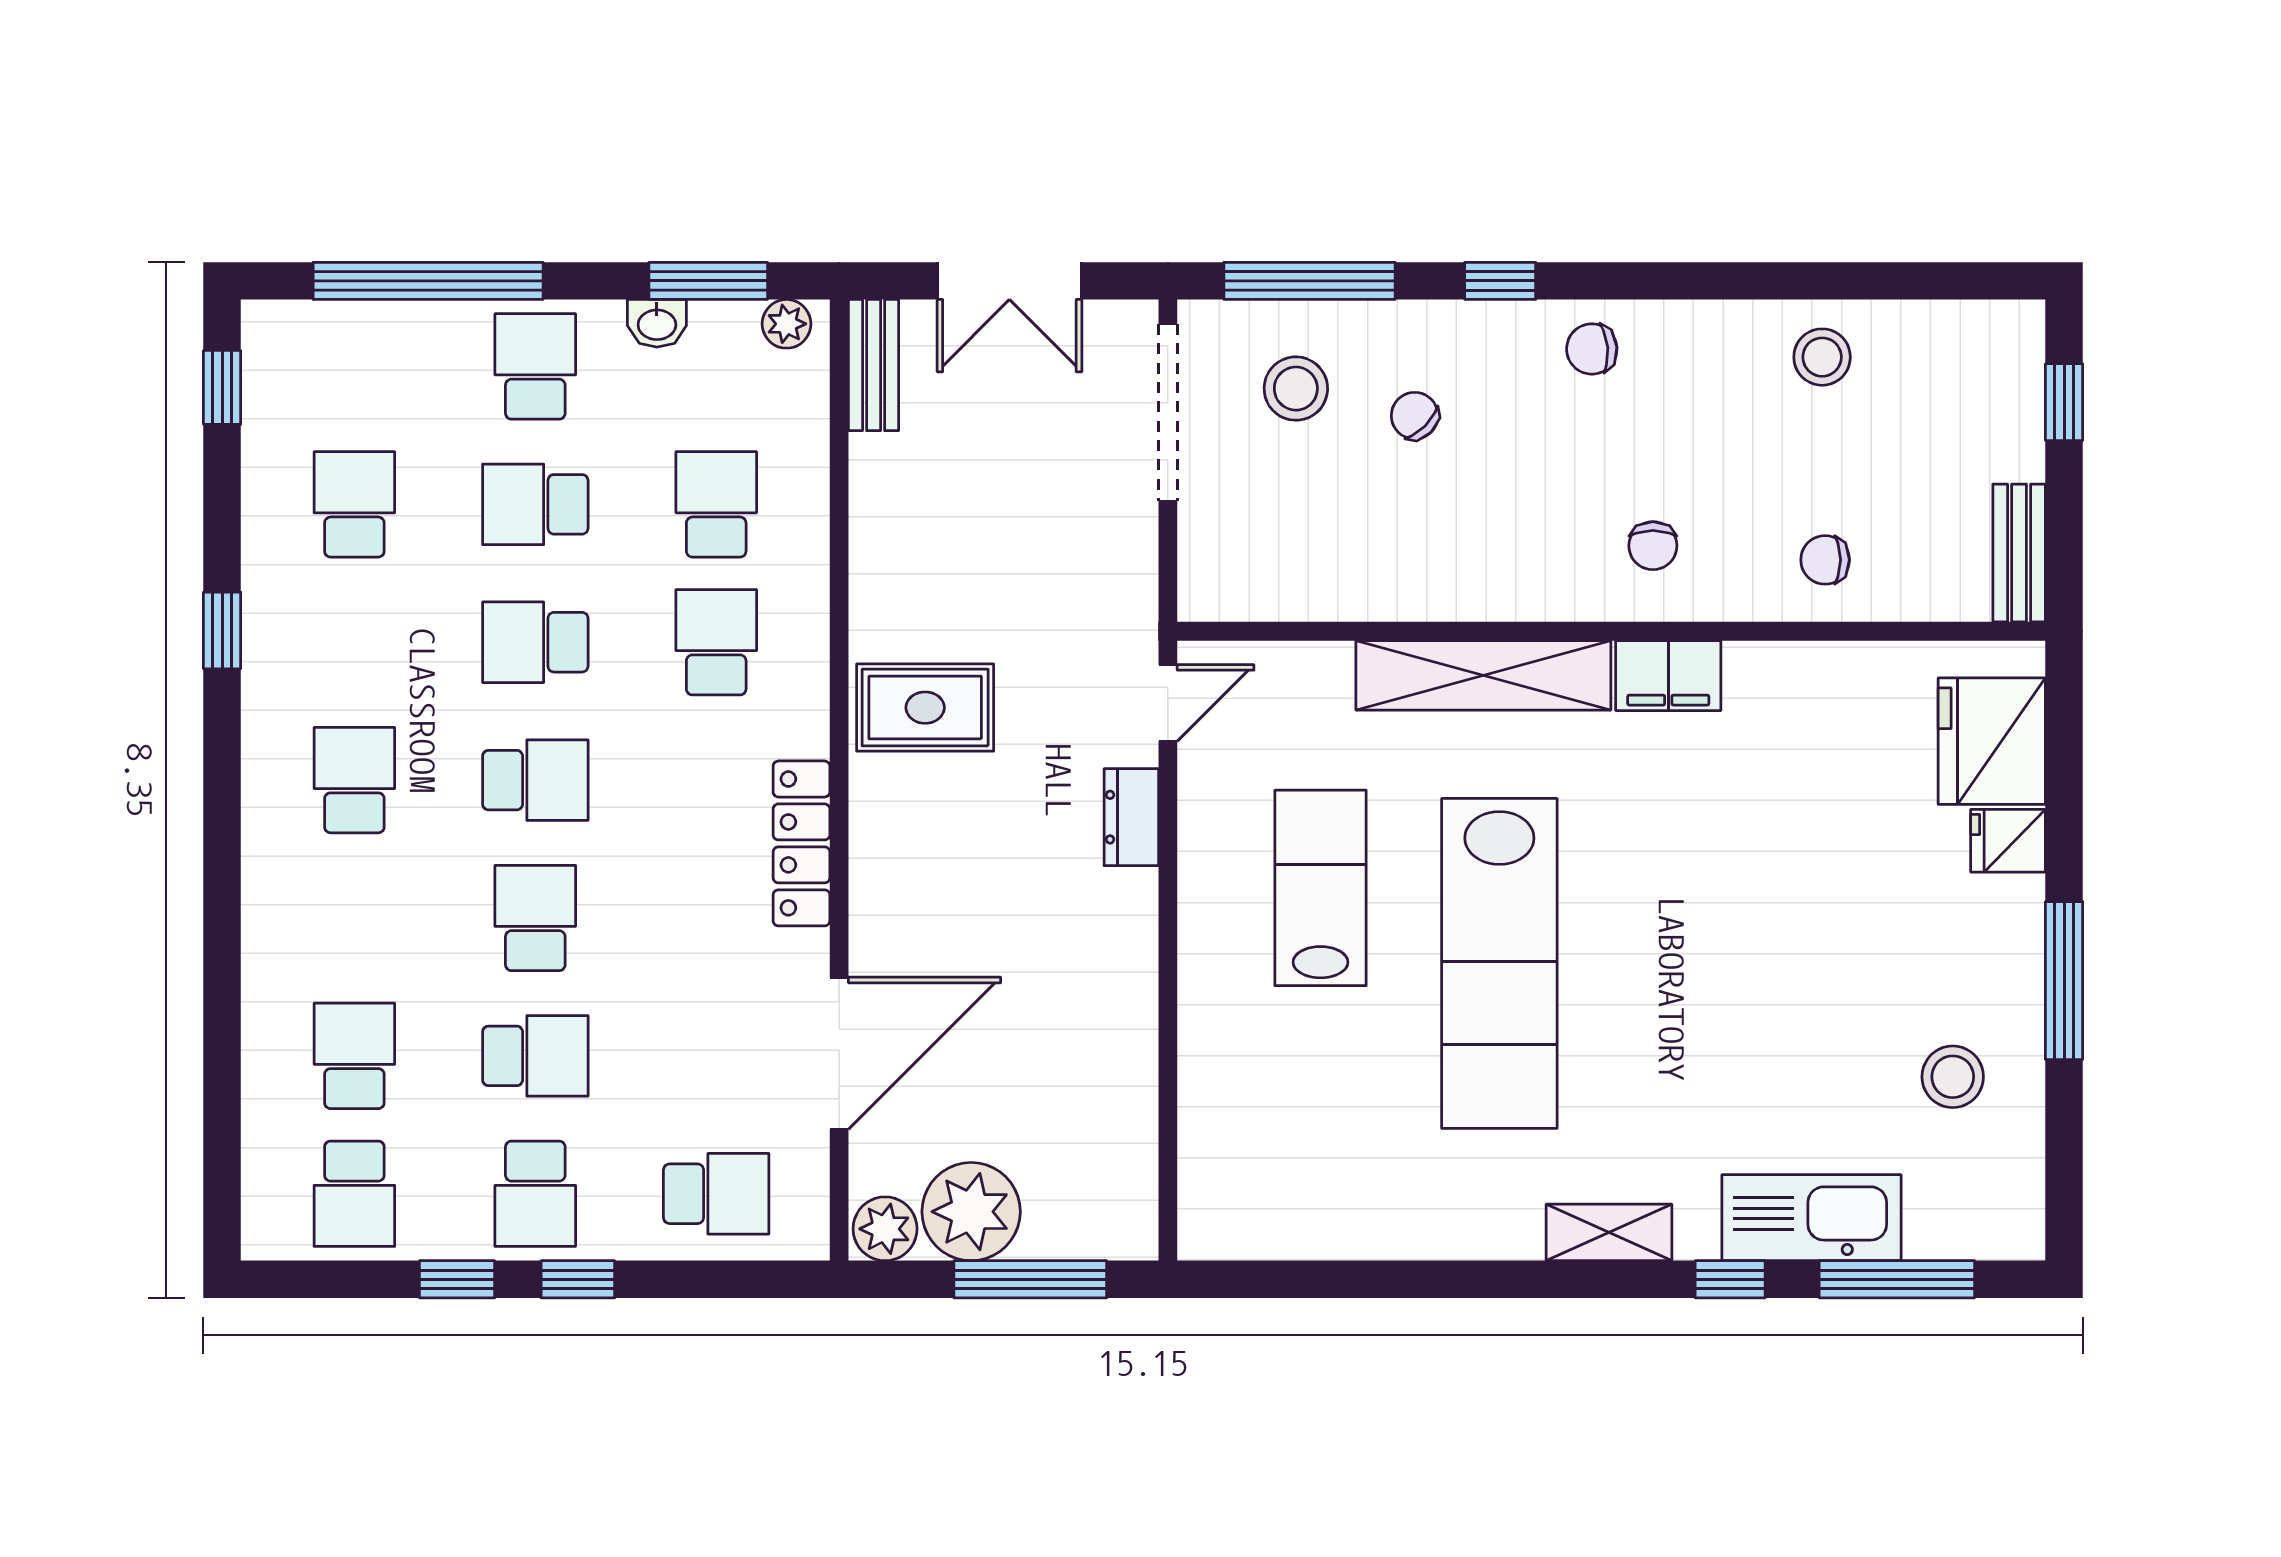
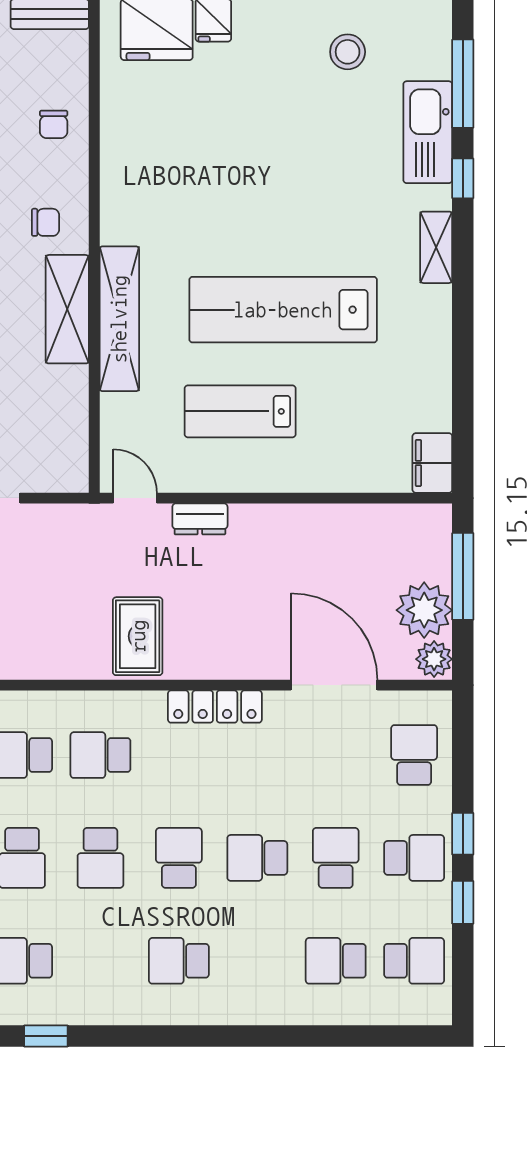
shelving: (1500, 584) -> (67, 309), added
window: (222, 630) -> (46, 1036), moved
filing cabinet: (1668, 676) -> (432, 463), moved, turned 180
lab bench: (1499, 963) -> (283, 310), turned 180

